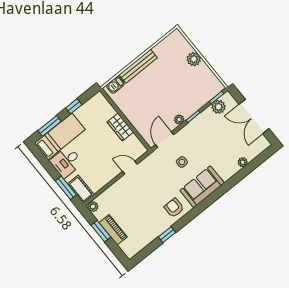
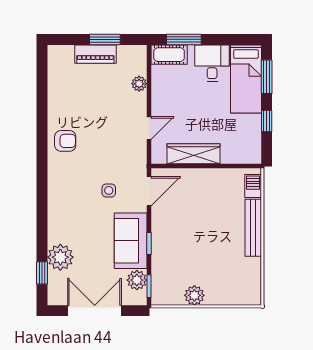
plant: (194, 59) -> (194, 295), moved
plant: (179, 120) -> (158, 225), removed
wardrobe: (120, 127) -> (193, 154), width x1.50
door: (165, 140) -> (149, 191), hinge flipped
plant: (243, 162) -> (60, 257), width x1.88, depth x1.88
sofa: (202, 187) -> (131, 241), moved, turned 180
plant: (93, 207) -> (139, 84), moved
window: (167, 235) -> (42, 273), moved

